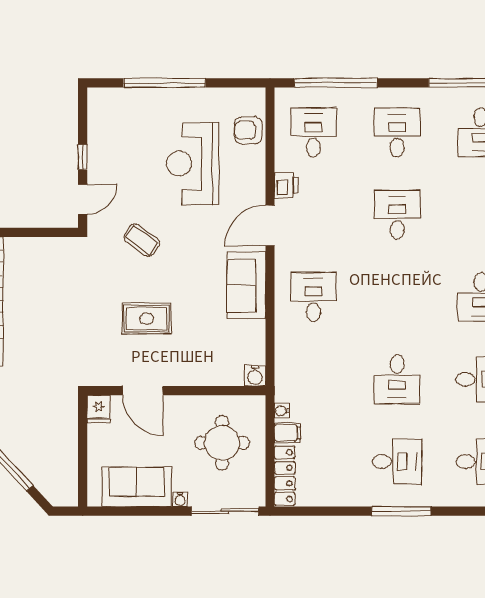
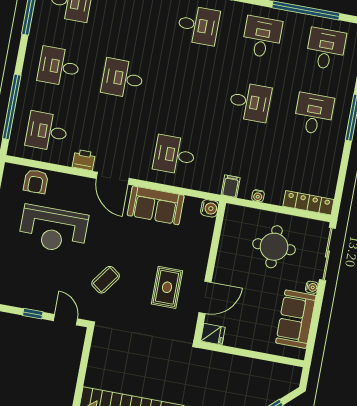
water cooler: (255, 376) -> (210, 208), moved
door: (143, 391) -> (205, 297), moved
wall: (176, 391) -> (210, 271), moved
fridge: (99, 409) -> (213, 334), moved
filing cabinet: (287, 433) -> (231, 186), moved

